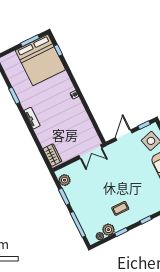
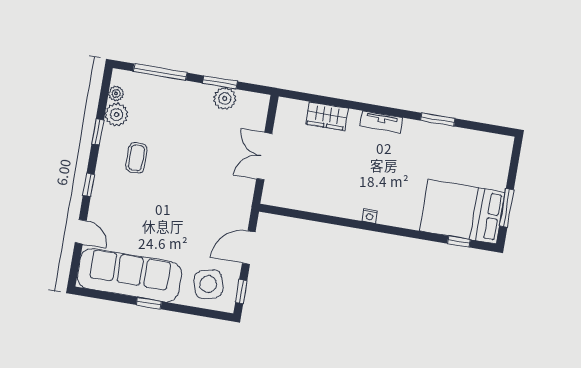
bed: (40, 60) -> (462, 211), width x0.73
door: (124, 135) -> (249, 248), swing flipped
double door: (90, 152) -> (264, 156), moved
wardrobe: (52, 155) -> (327, 116), moved
plant: (65, 180) -> (225, 99), moved

